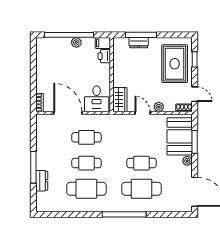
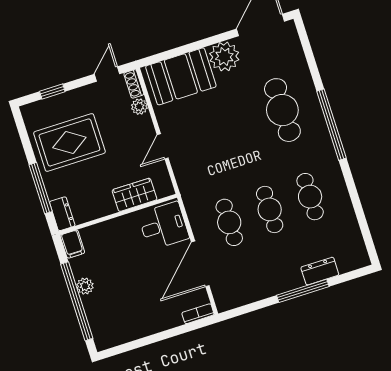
dresser: (139, 43) -> (62, 214), moved
printer: (104, 56) -> (93, 235), removed
rug: (175, 64) -> (69, 142), moved
wardrobe: (120, 100) -> (134, 195), moved
plant: (159, 107) -> (139, 107), moved
window: (195, 142) -> (182, 50), removed
plant: (187, 161) -> (224, 57), width x1.88, depth x1.88
cafe table: (142, 163) -> (242, 123), removed
cafe table: (86, 189) -> (310, 197), width x0.73, depth x0.74

